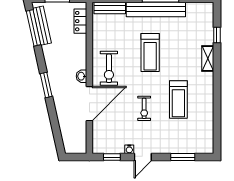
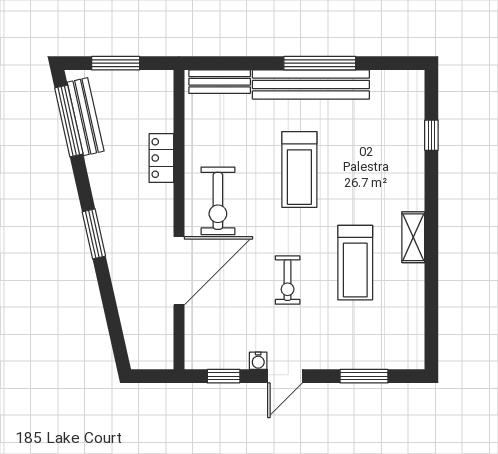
locker: (80, 21) -> (161, 158), moved
shelving: (208, 59) -> (413, 237), moved
washbasin: (81, 76) -> (164, 216), removed

